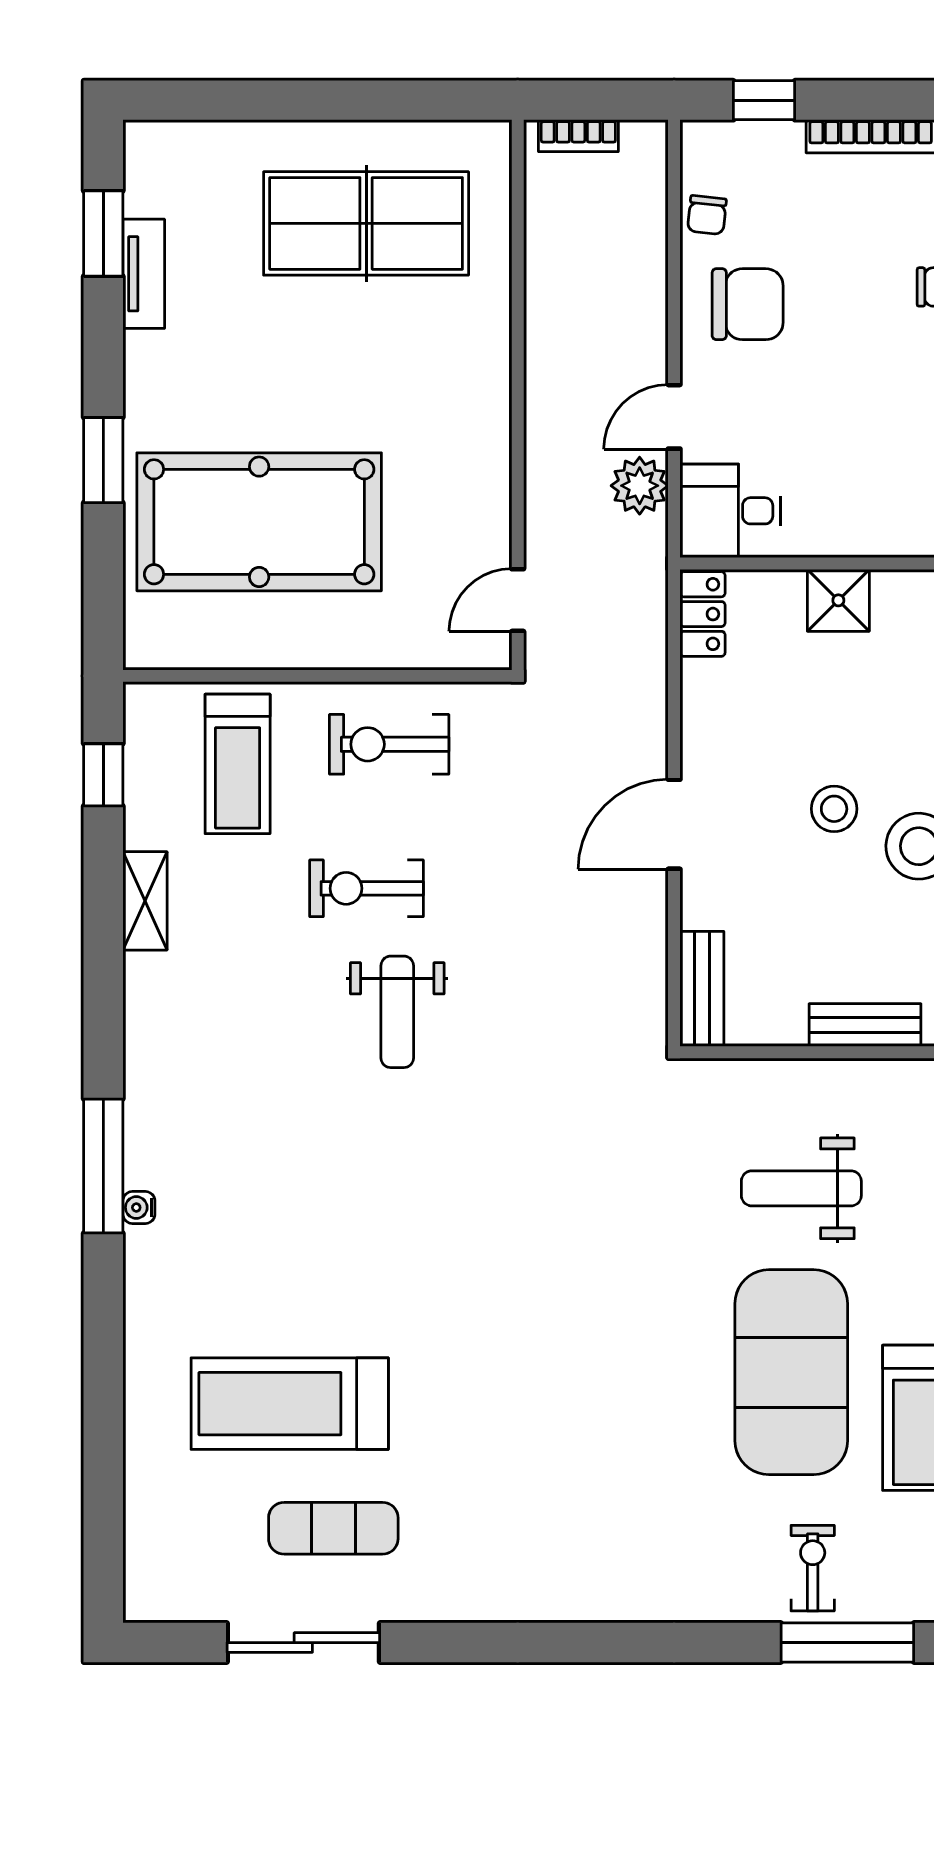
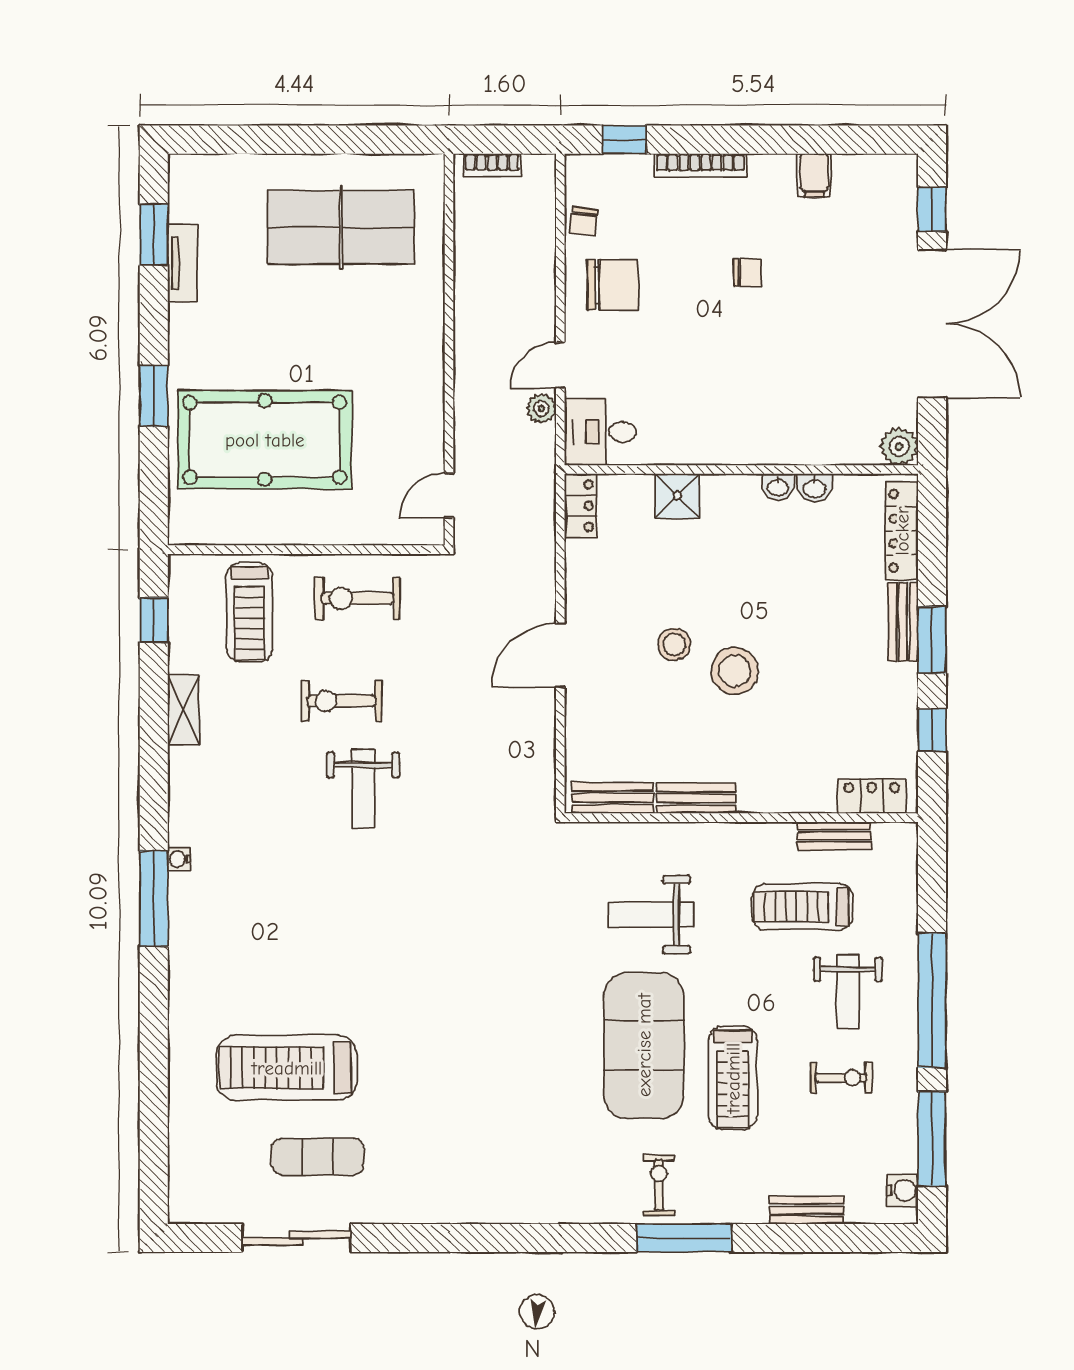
plant: (640, 486) -> (541, 409), width x0.73, depth x0.73
bench: (702, 989) -> (613, 798), moved, turned 90
water cooler: (139, 1207) -> (179, 859), moved

